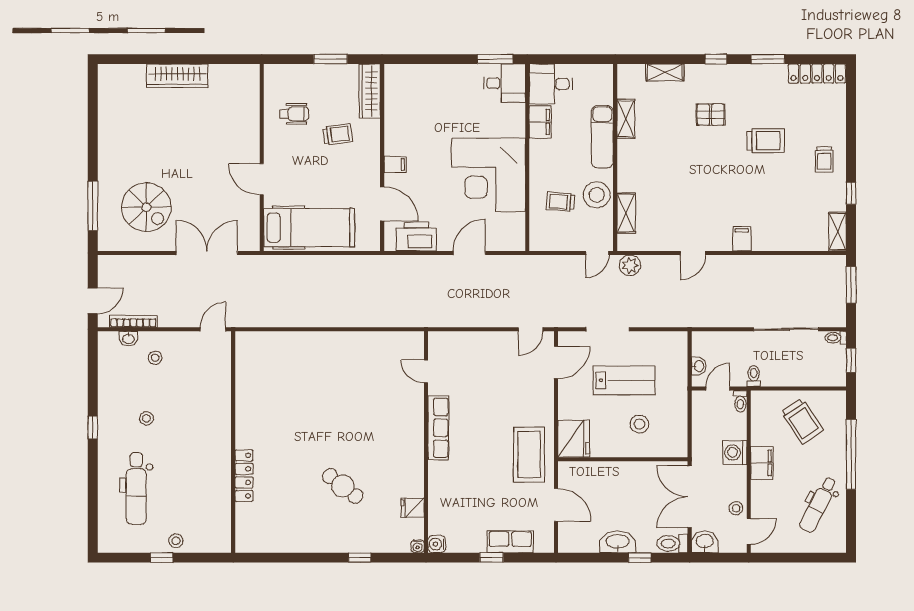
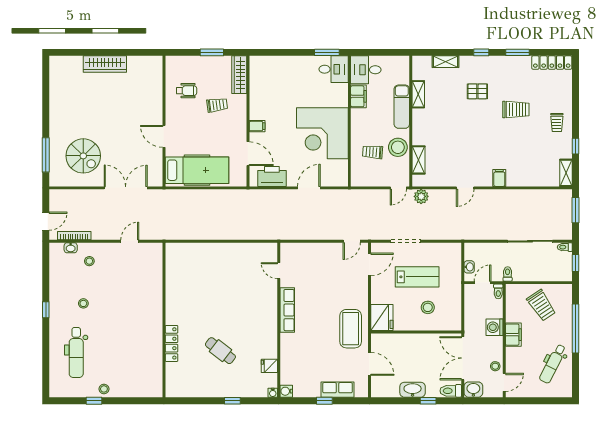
wall: (233, 442) -> (164, 320), moved
locker: (244, 476) -> (172, 343), moved

